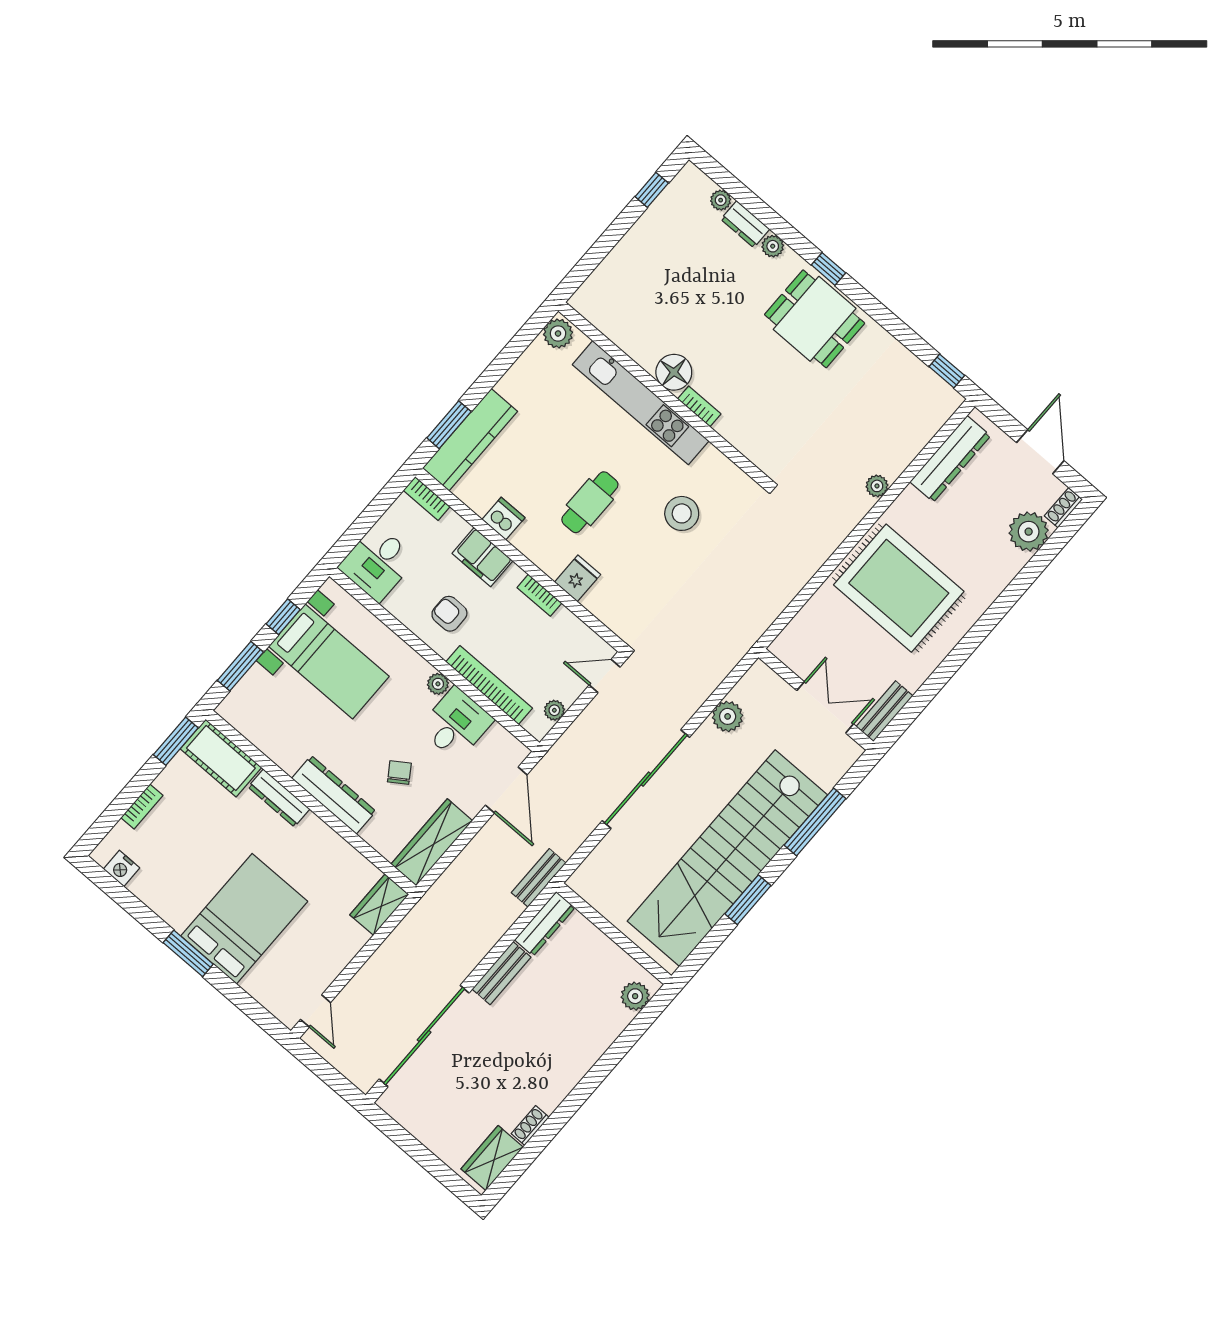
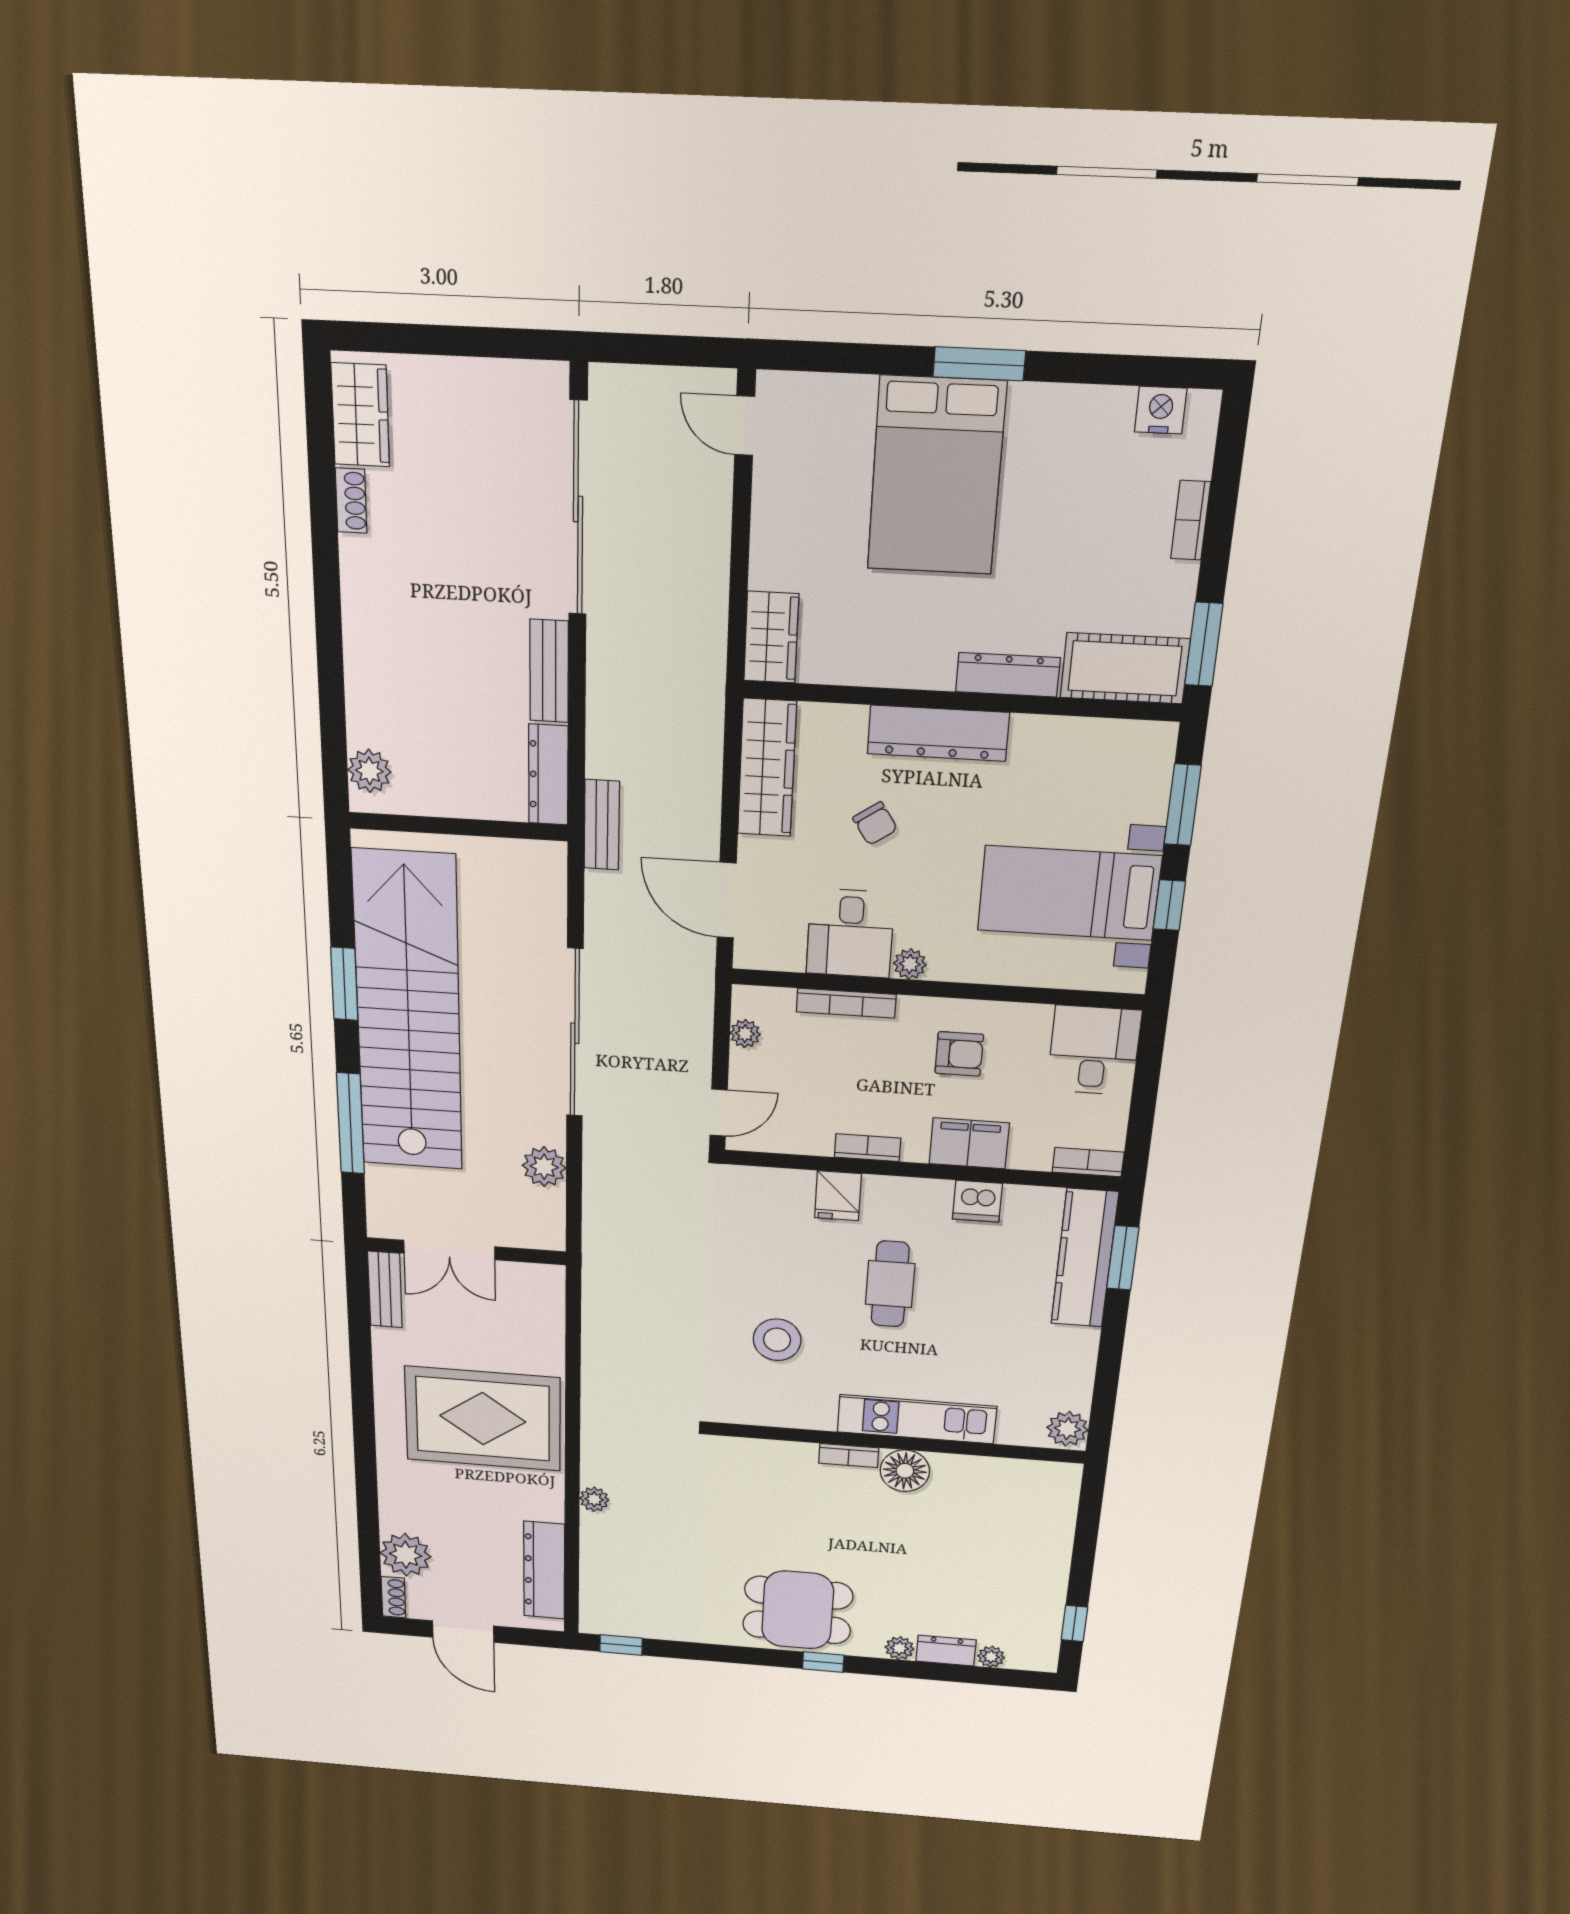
kitchen unit: (641, 403) -> (917, 1419), width x0.73
bookcase: (489, 685) -> (846, 1003), width x0.68, depth x0.76

